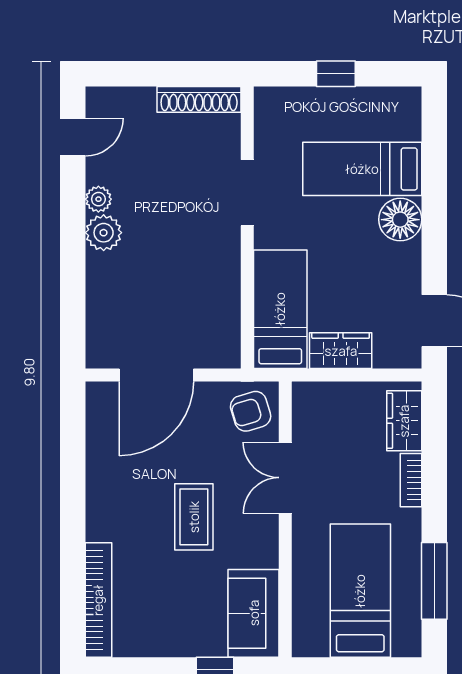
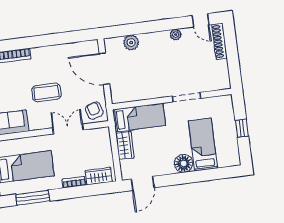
shoe rack: (199, 99) -> (219, 41), moved
plant: (104, 233) -> (131, 43), moved

